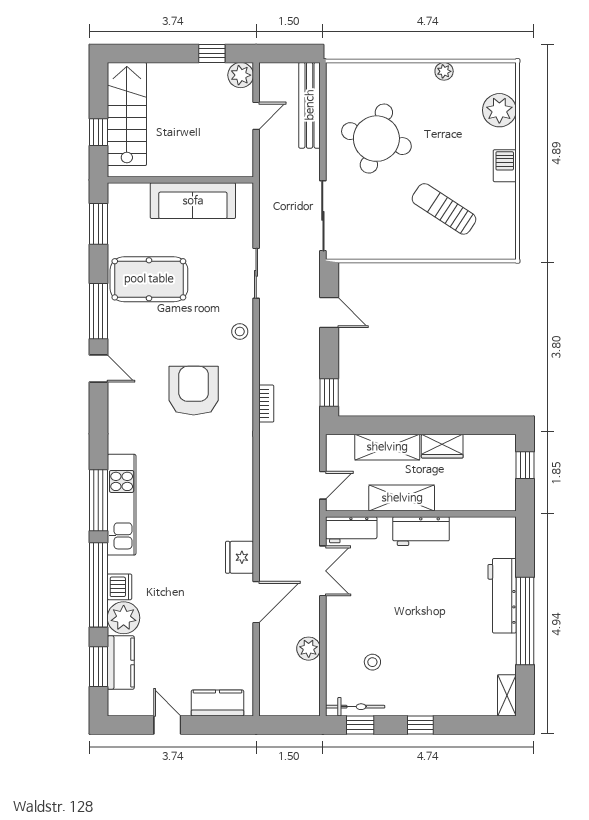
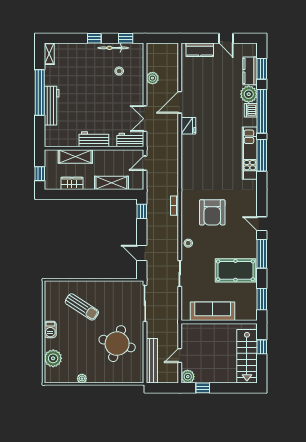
wardrobe: (442, 446) -> (72, 183), moved
shelving: (402, 498) -> (75, 156), moved
bicycle: (355, 707) -> (113, 48), moved

